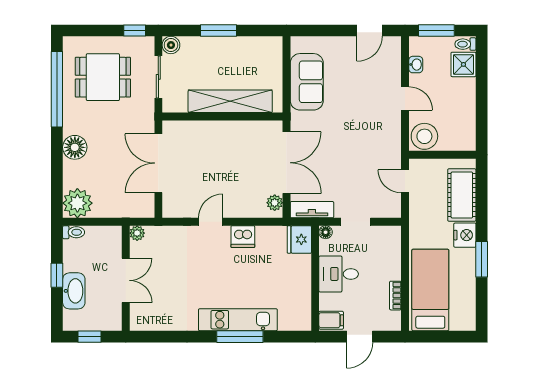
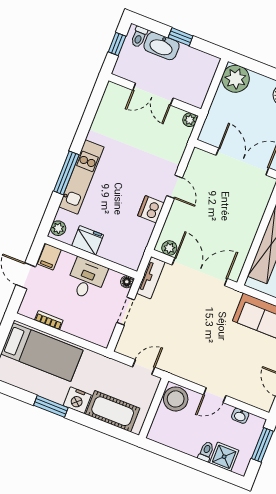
toilet: (465, 44) -> (206, 452), moved
double door: (286, 163) -> (200, 272), swing flipped
toilet: (74, 232) -> (139, 37), moved
fridge: (299, 239) -> (88, 240), moved
plant: (299, 323) -> (58, 228), added

